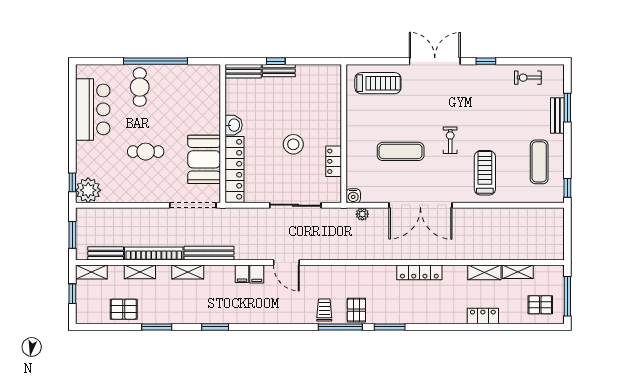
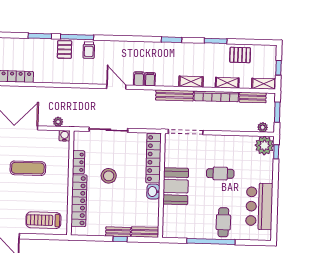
locker: (332, 110) -> (79, 201), added
booth: (204, 159) -> (176, 186), moved
plant: (91, 214) -> (263, 127), added

